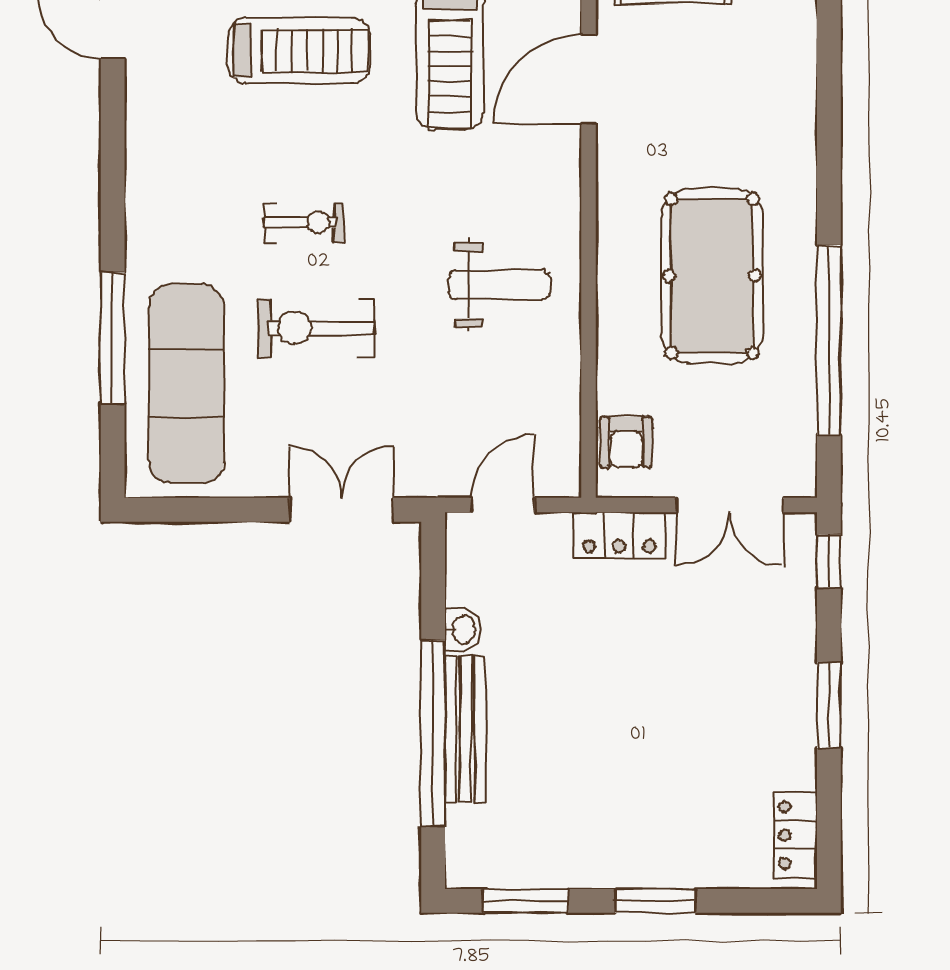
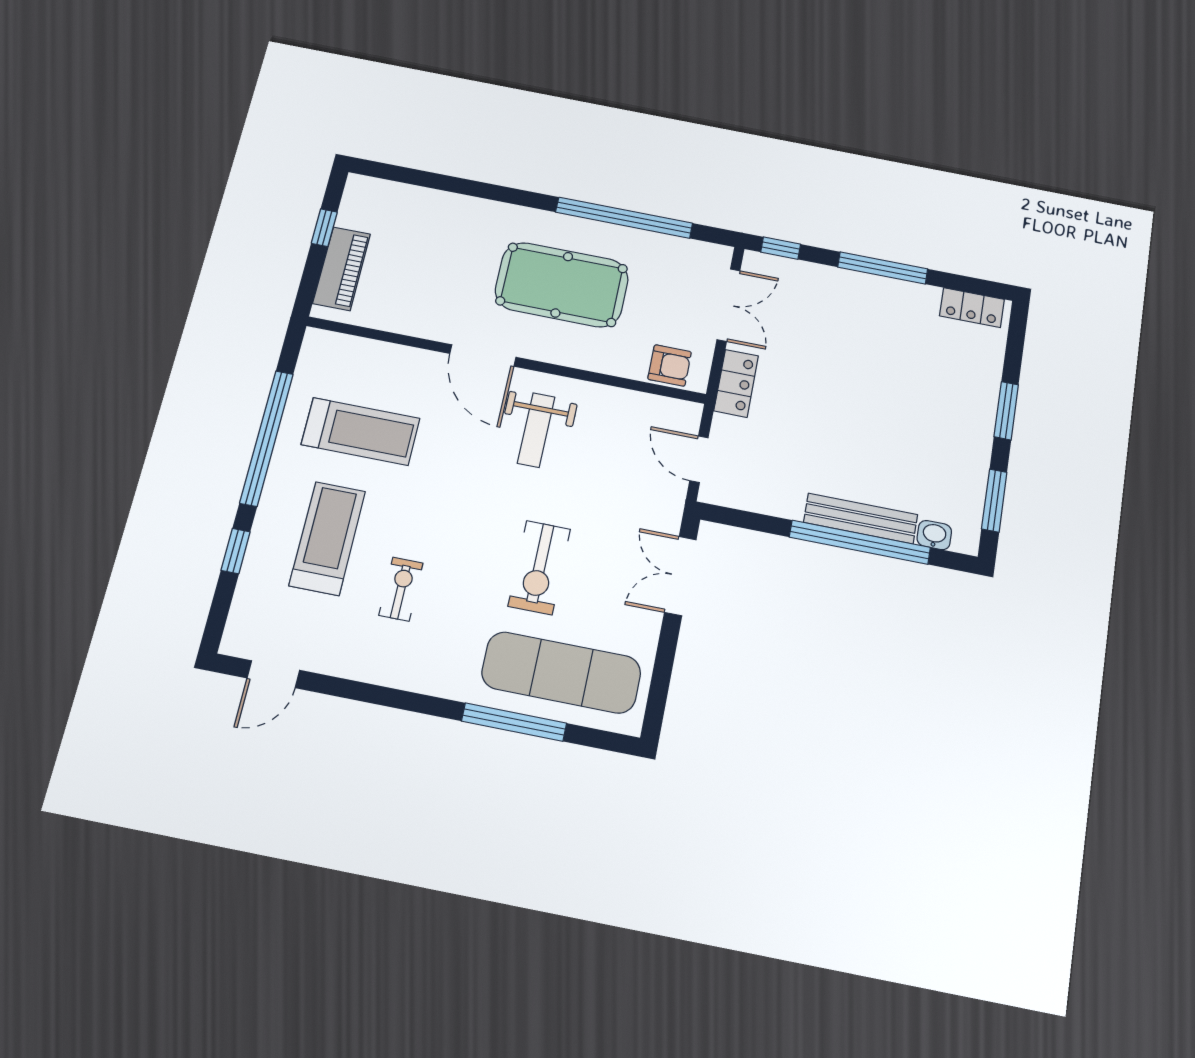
door: (589, 79) -> (483, 355), moved
exercise bike: (304, 223) -> (401, 589), moved
weight bench: (499, 285) -> (536, 430), turned 180
washbasin: (463, 630) -> (934, 535), moved
window: (829, 705) -> (883, 268), width x1.44

